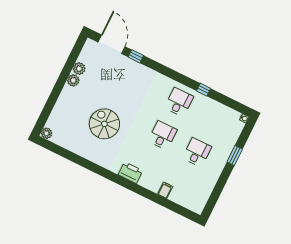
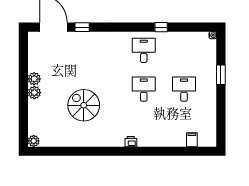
plant: (79, 69) -> (34, 93), moved
printer: (130, 173) -> (131, 142), width x0.53, depth x0.68
filing cabinet: (165, 190) -> (192, 140), moved

